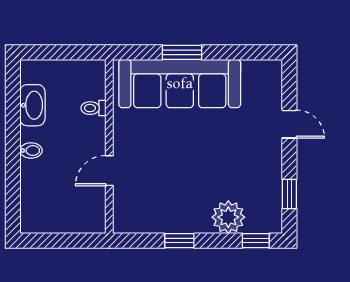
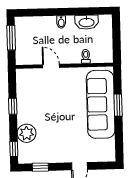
window: (57, 241) -> (11, 38), added

